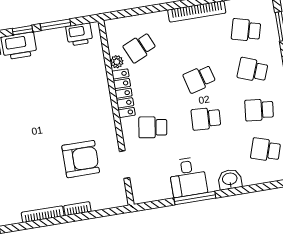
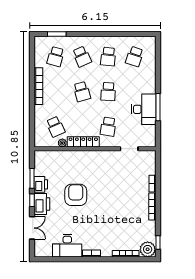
printer: (79, 34) -> (41, 184), moved
school desk: (253, 70) -> (82, 57), turned -45
armchair: (81, 159) -> (76, 195), moved
desk: (188, 177) -> (144, 109), width x1.37
washbasin: (230, 179) -> (150, 83), removed

